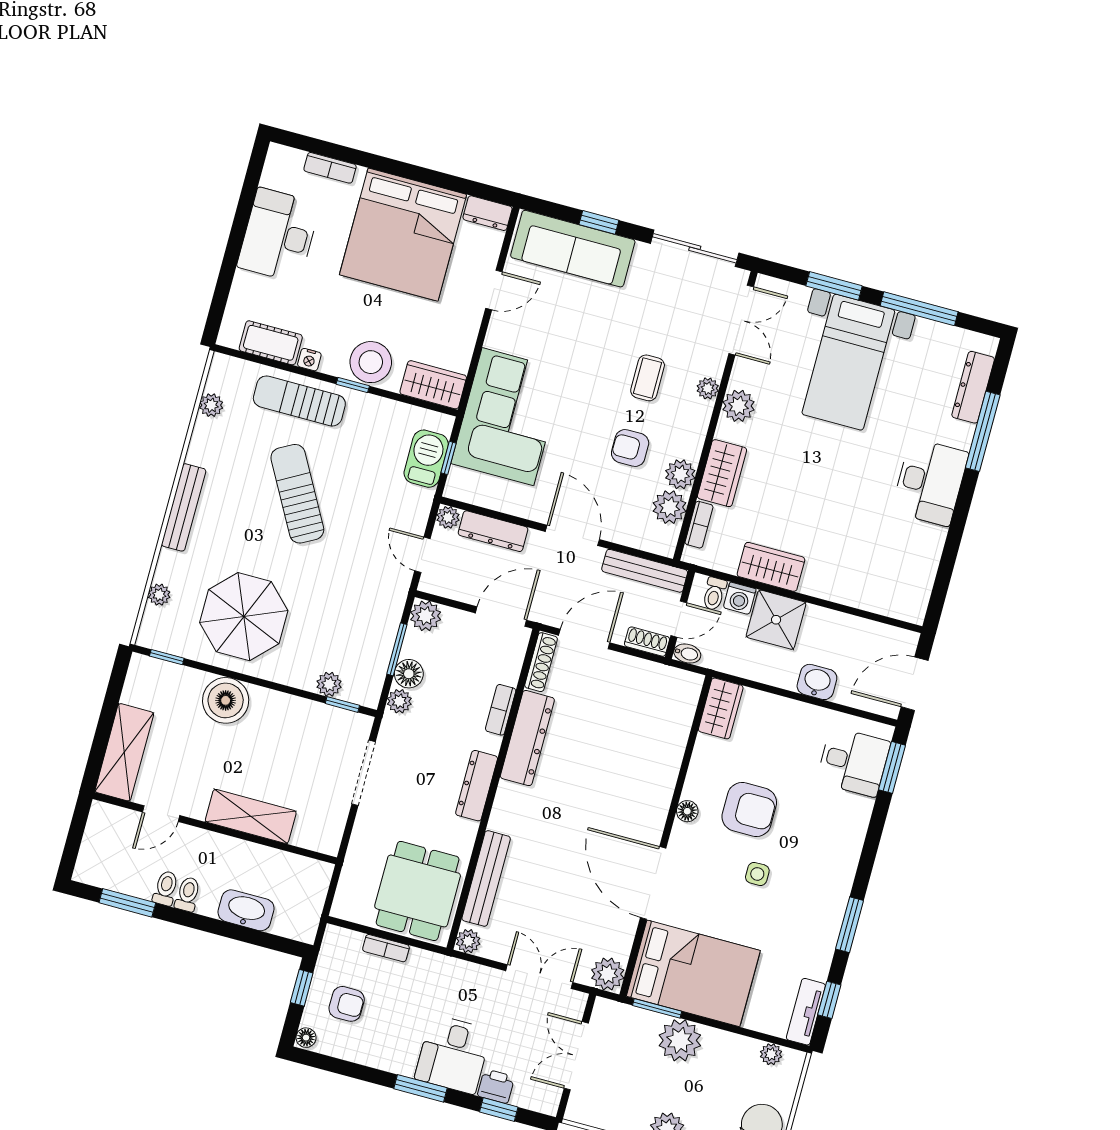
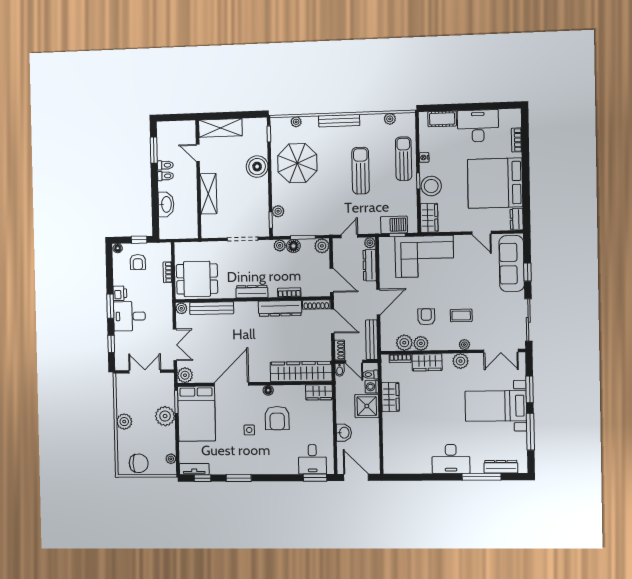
cot: (271, 343) -> (442, 119), moved, turned 90
sun lounger: (297, 494) -> (361, 171), turned -61
wardrobe: (668, 733) -> (301, 372), added
printer: (496, 1086) -> (120, 293), moved

